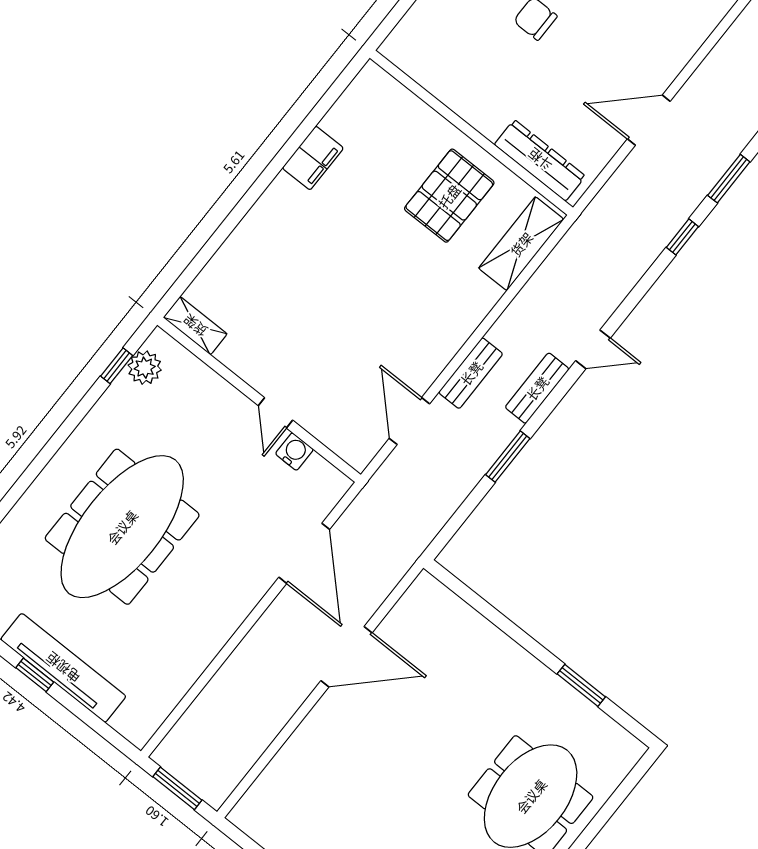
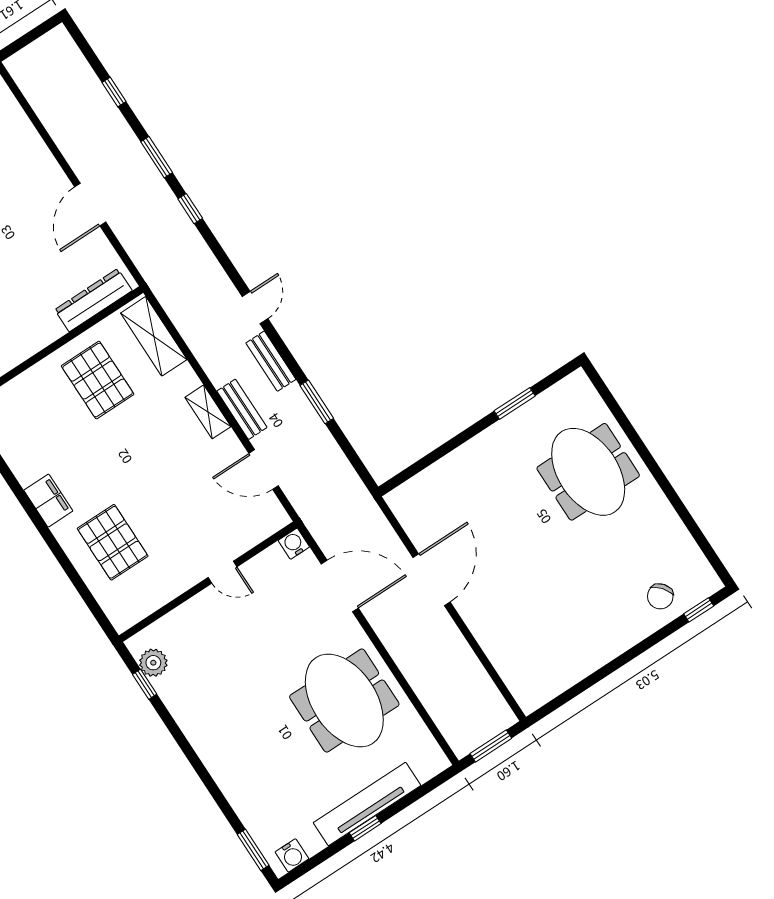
filing cabinet: (313, 158) -> (48, 501), moved
pallet: (268, 275) -> (113, 542), added
shelving: (195, 326) -> (208, 412), moved, turned 90
water cooler: (294, 452) -> (294, 544), moved
meeting table: (122, 527) -> (344, 701), moved, width x0.73

